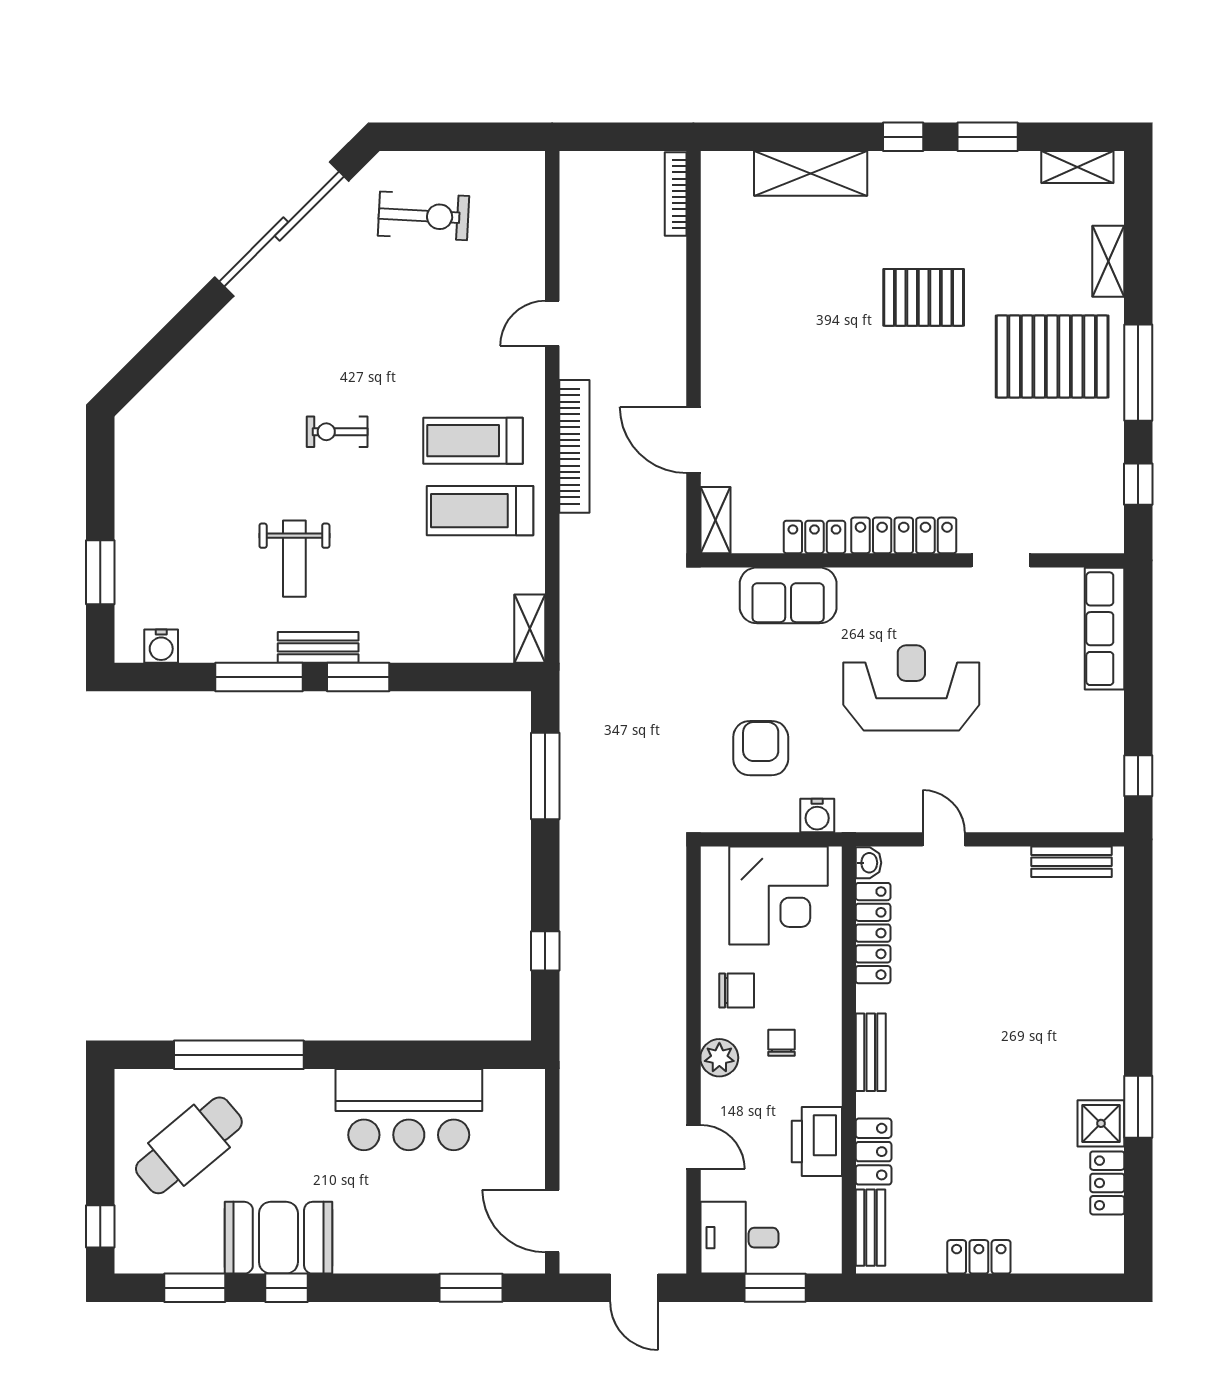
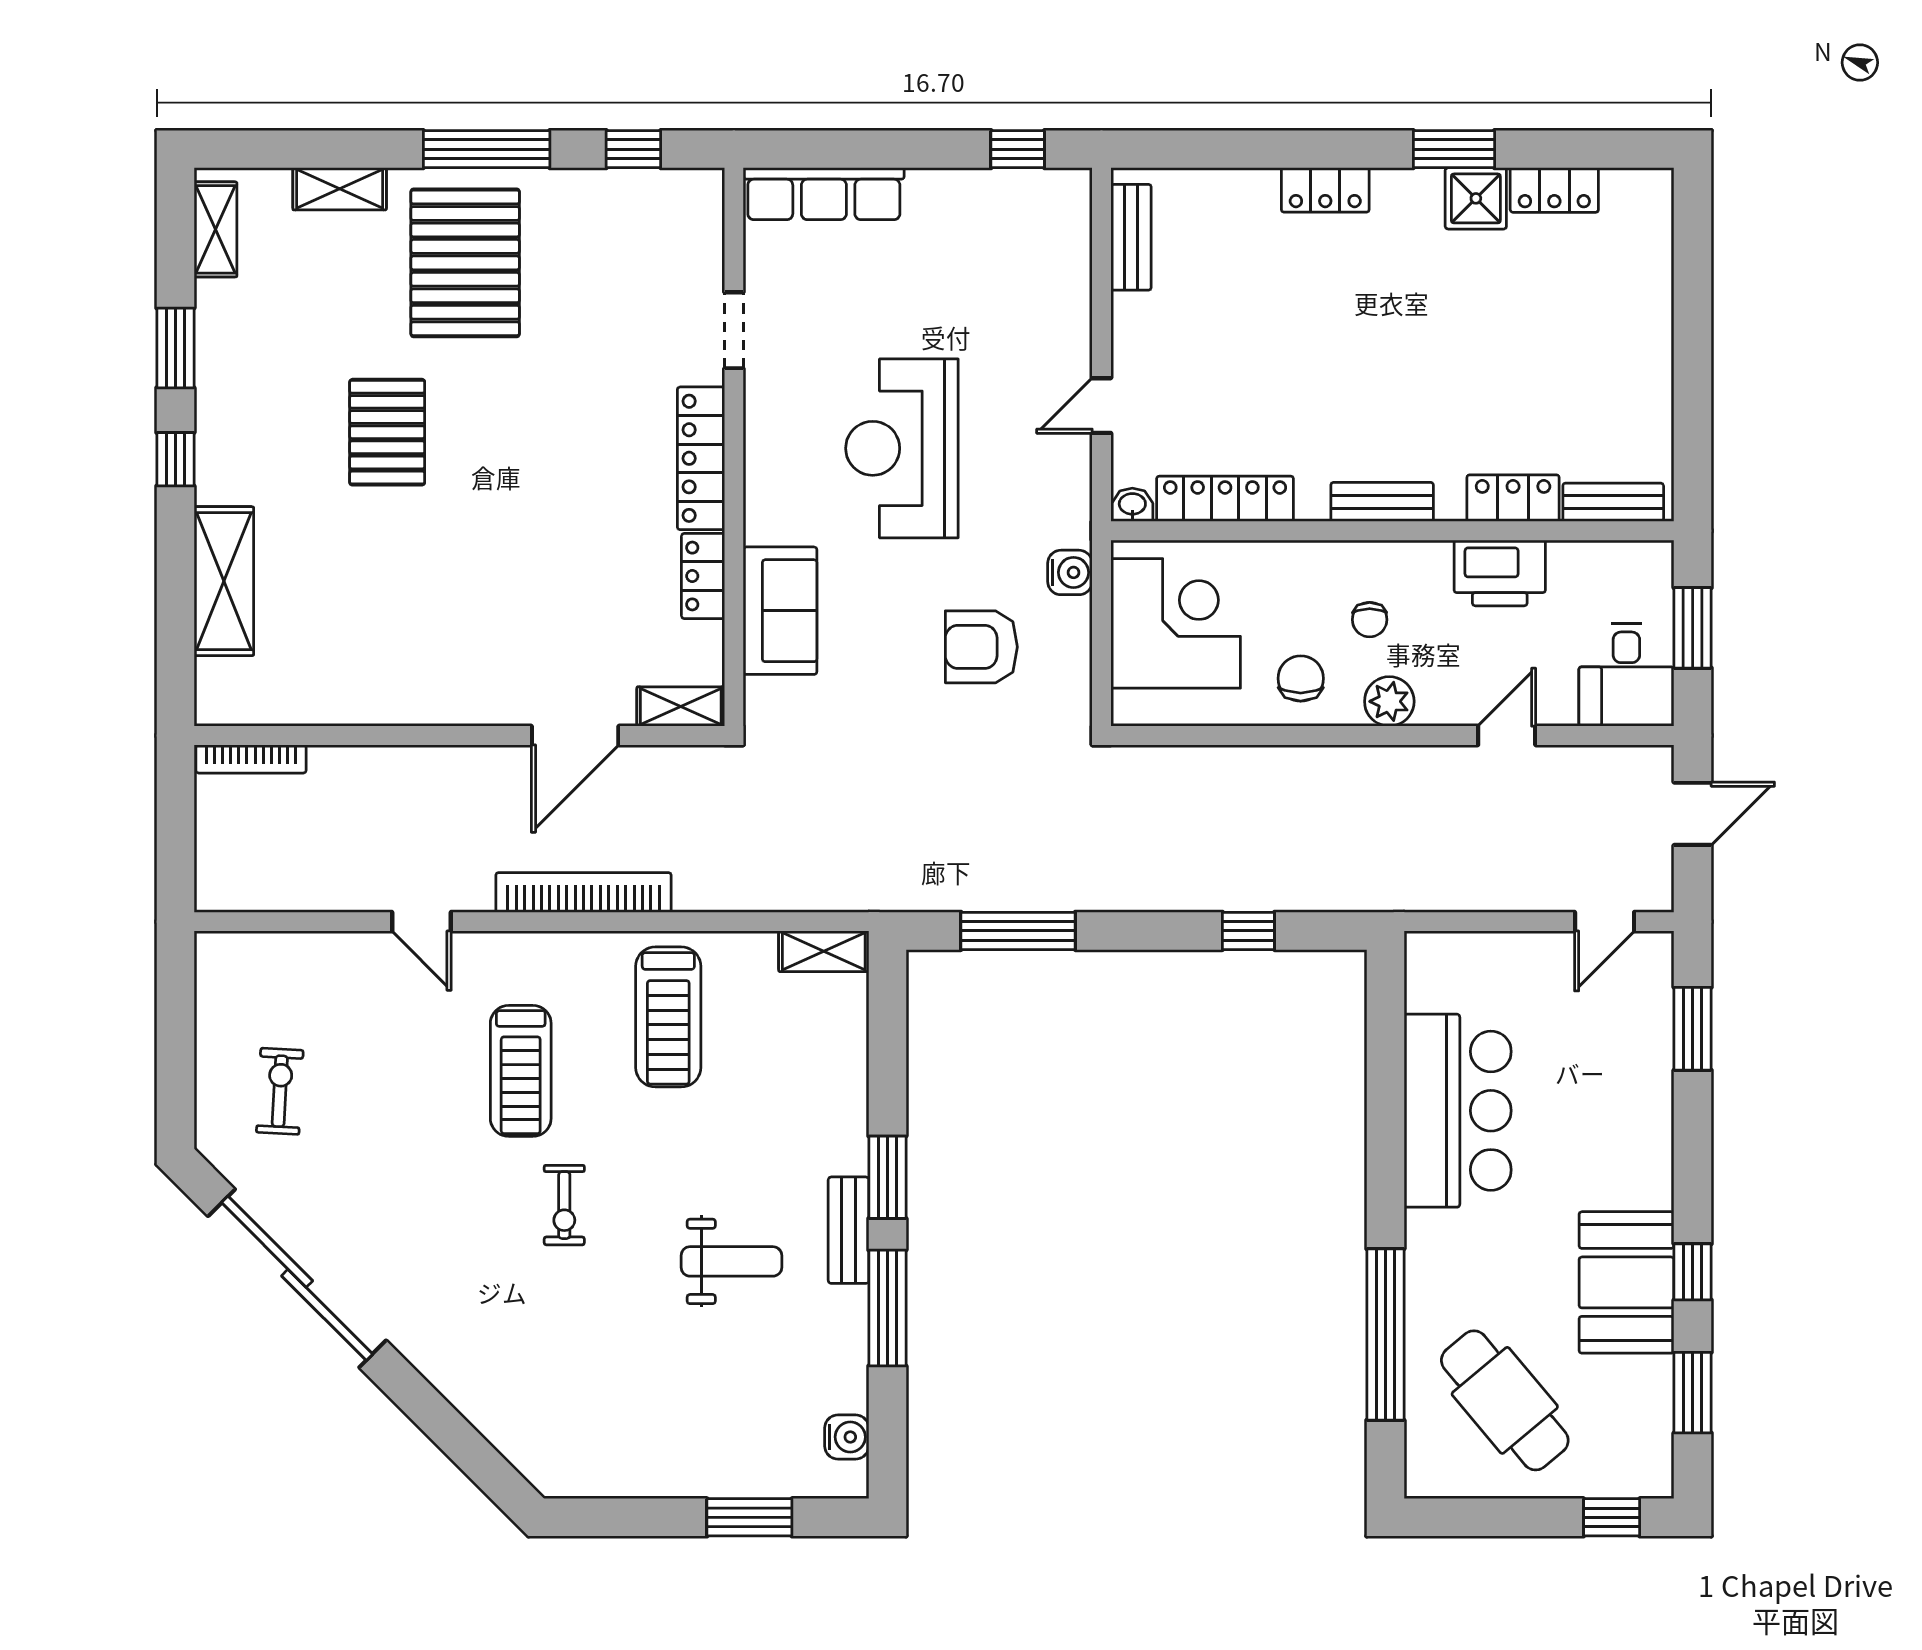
exercise bike: (424, 216) -> (280, 1091), width x0.73, depth x0.72
treadmill: (473, 441) -> (521, 1071), moved
chair: (781, 1043) -> (1370, 620), turned -90
door: (552, 1221) -> (1605, 922), width x0.73
locker: (979, 1257) -> (1325, 190), moved, turned -90

